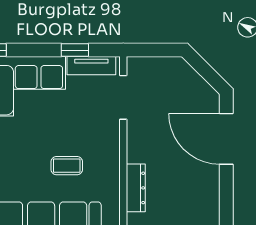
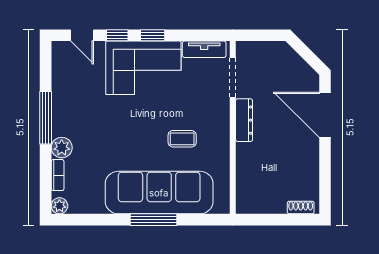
window: (75, 50) -> (153, 35), moved
dresser: (136, 188) -> (244, 120), moved

